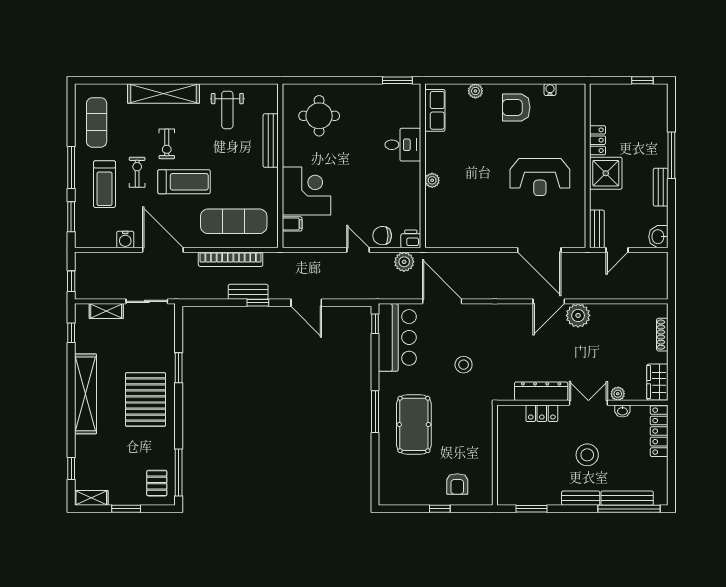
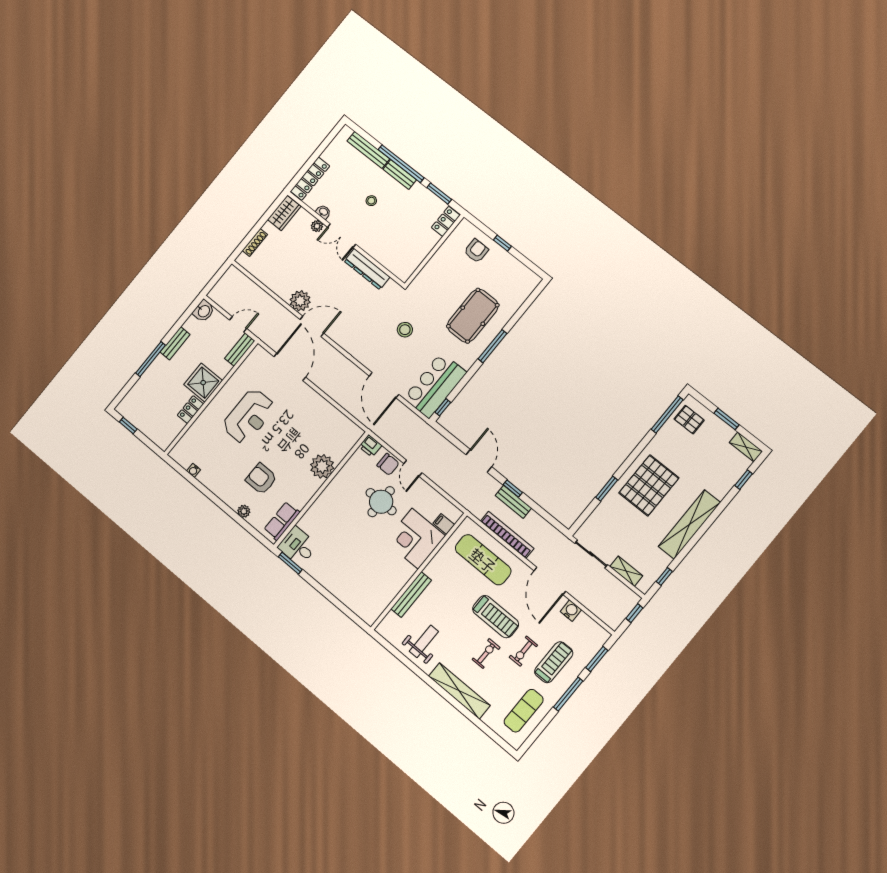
armchair: (516, 107) -> (261, 479), moved, turned 180
round table: (319, 116) -> (381, 502), moved
desk: (403, 145) -> (298, 546), moved
reception desk: (540, 177) -> (249, 416), turned 90
plant: (432, 180) -> (322, 466), width x1.87, depth x1.87
treadmill: (184, 182) -> (496, 617), turned 180
plant: (404, 262) -> (388, 434), removed
locker: (542, 413) -> (446, 221), moved, turned -90
stool: (587, 455) -> (371, 201), width x0.53, depth x0.53
pallet: (157, 483) -> (689, 420), turned 90
window: (629, 509) -> (401, 164), moved

